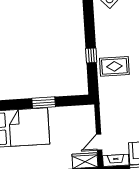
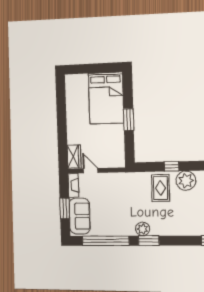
plant: (106, 40) -> (186, 181), added

